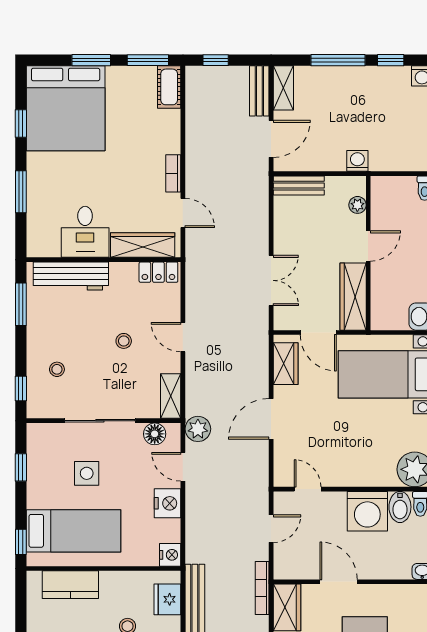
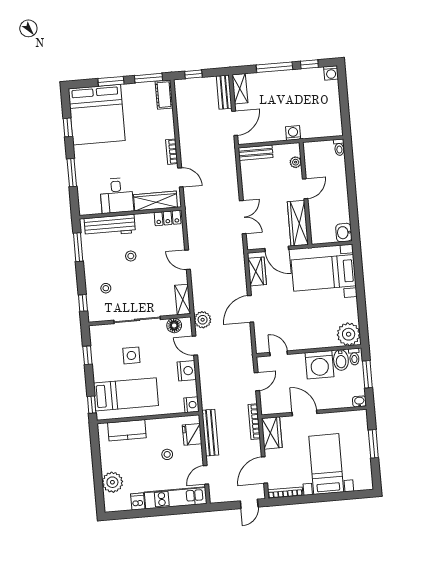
stool: (124, 341) -> (131, 256), moved

